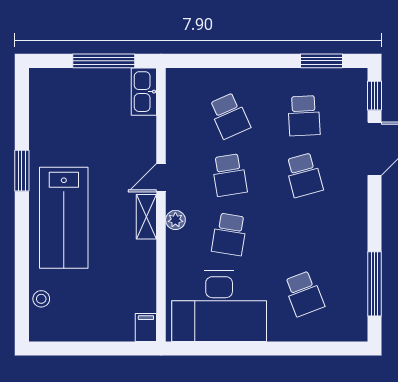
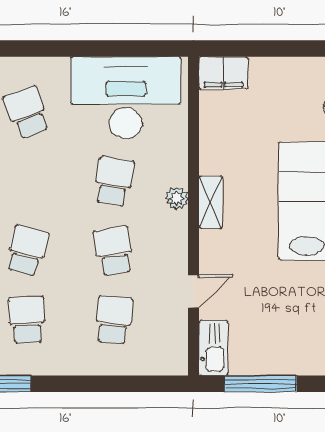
school desk: (229, 116) -> (114, 320), turned 30
school desk: (304, 175) -> (27, 251), turned 30
door: (161, 178) -> (193, 291), moved
filing cabinet: (146, 327) -> (223, 73), width x2.00

